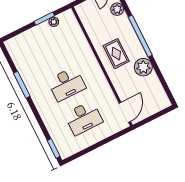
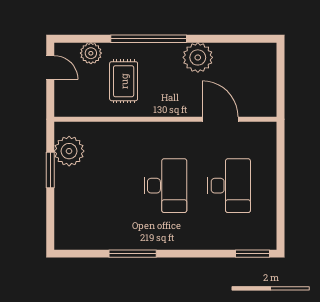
plant: (54, 22) -> (69, 151), width x1.88, depth x1.88
rug: (116, 54) -> (124, 81), moved, turned 90
door: (125, 112) -> (220, 119), moved

